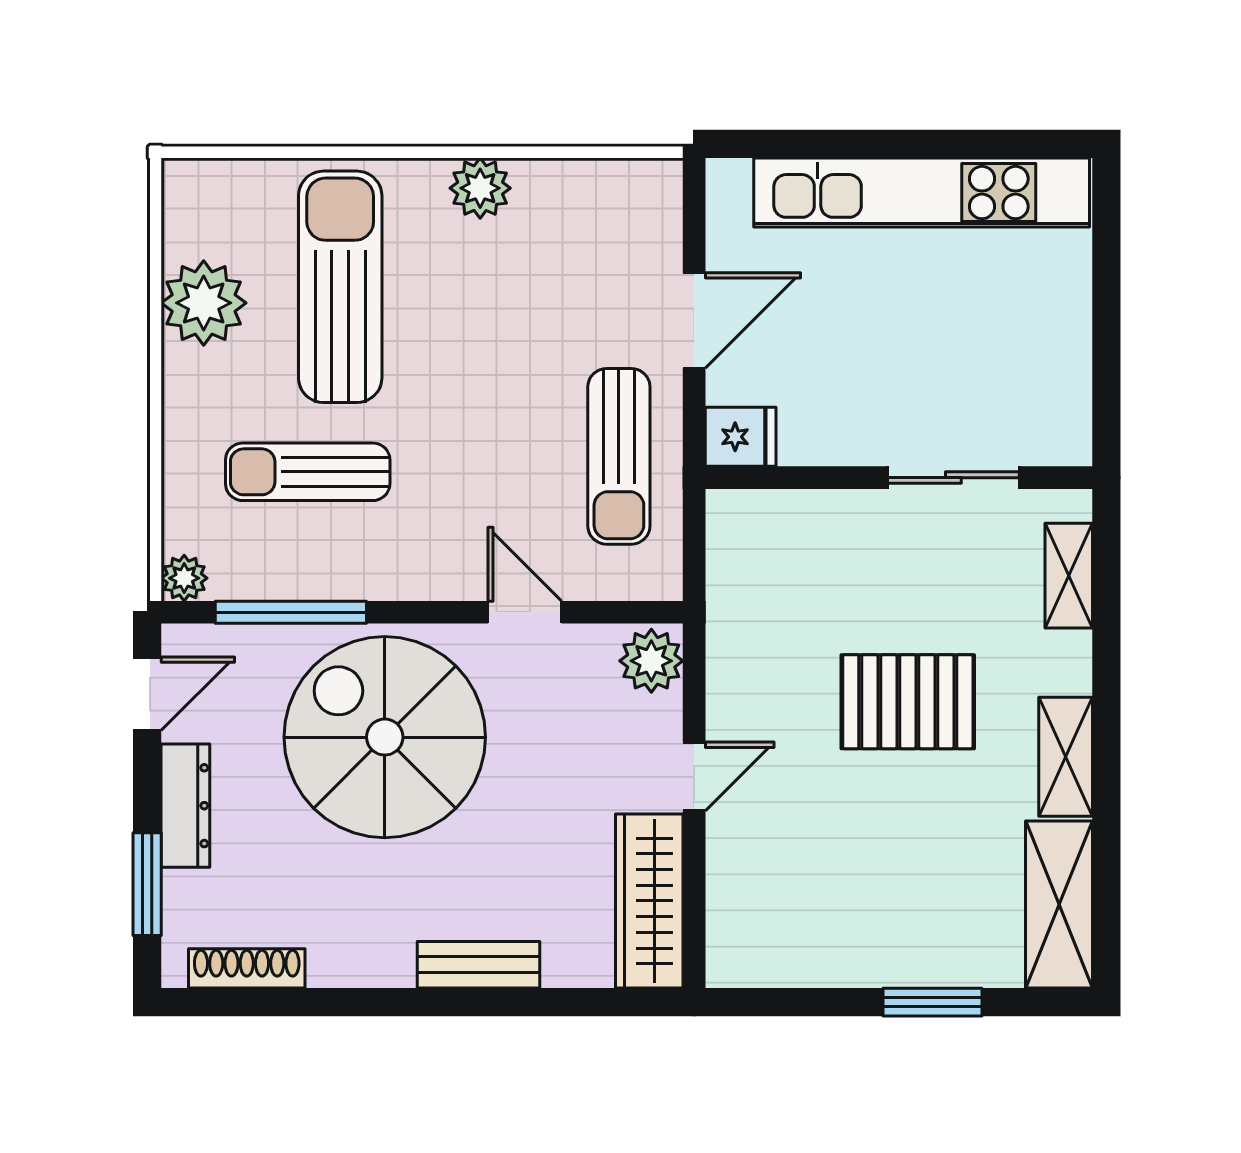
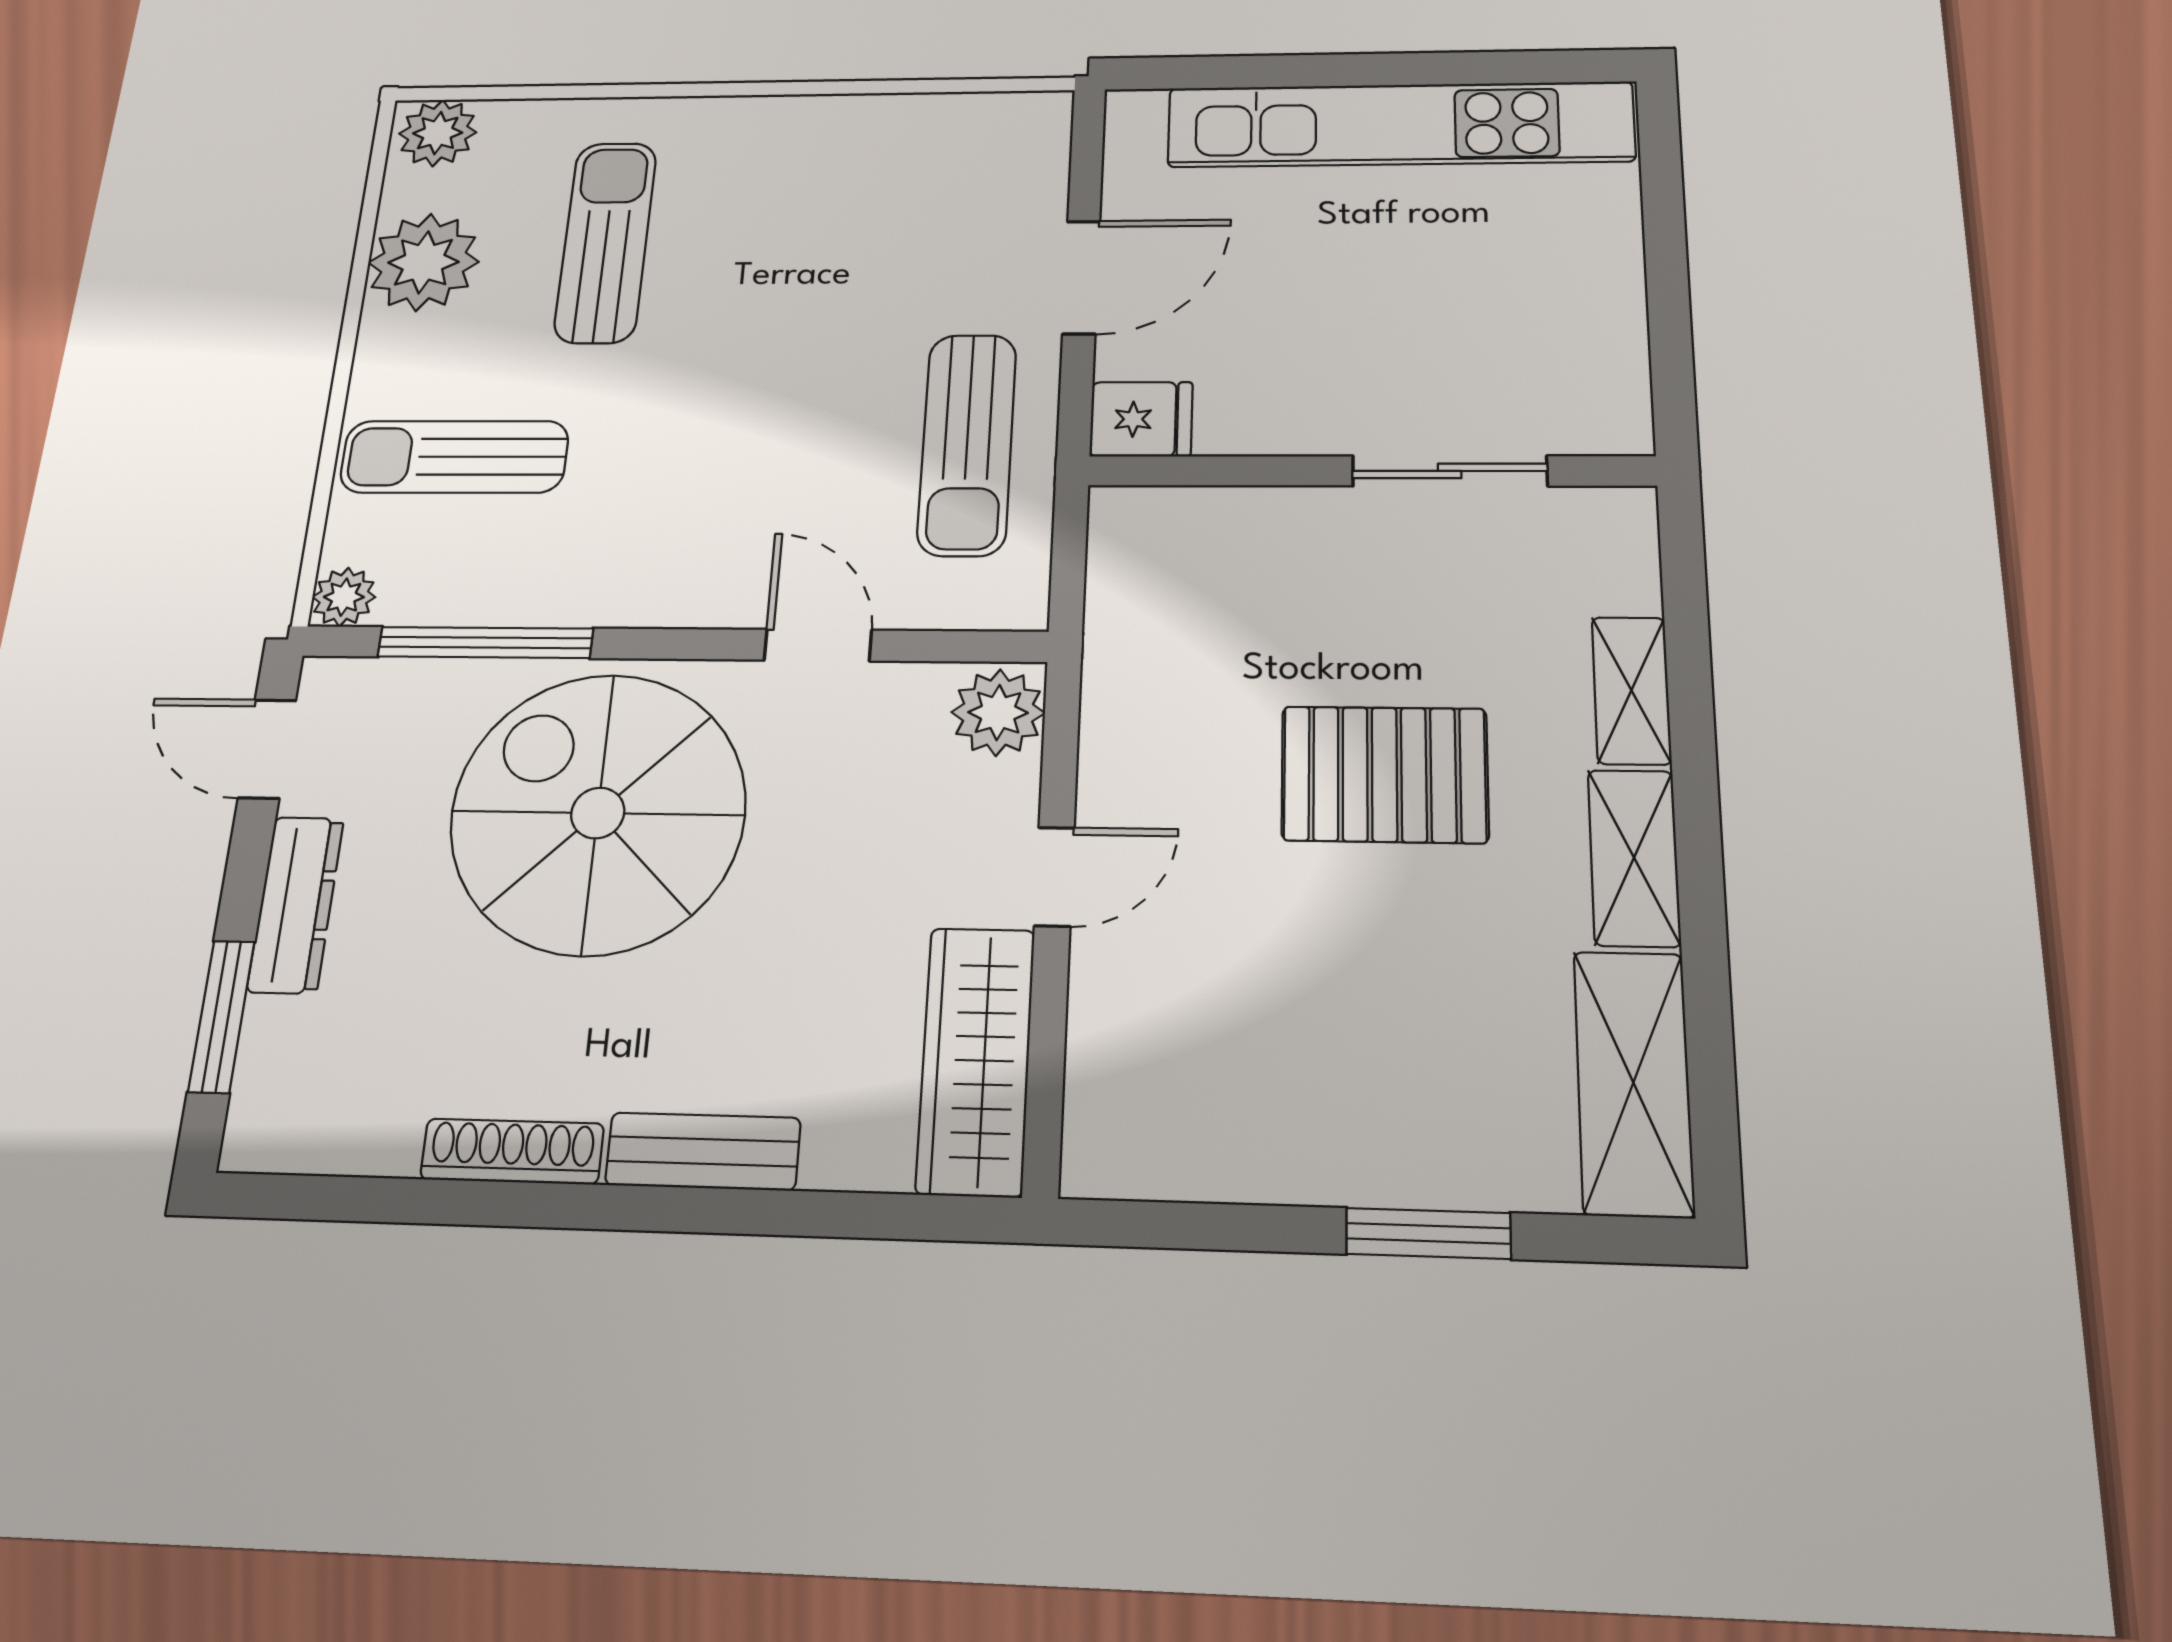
plant: (480, 188) -> (438, 133), moved
sun lounger: (340, 287) -> (606, 242), width x0.73, depth x0.75
sun lounger: (308, 472) -> (454, 457), moved
shelving: (1069, 576) -> (1631, 690), moved
door: (147, 694) -> (267, 749), swing flipped
shoe rack: (247, 968) -> (512, 1151), moved

